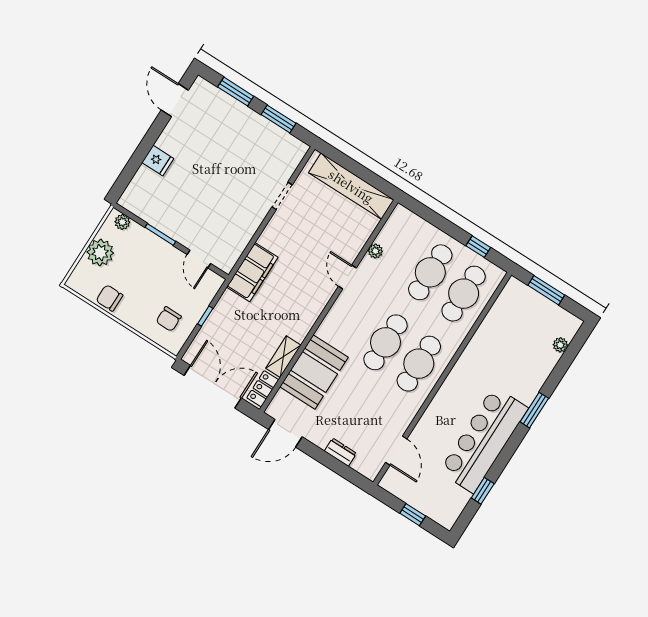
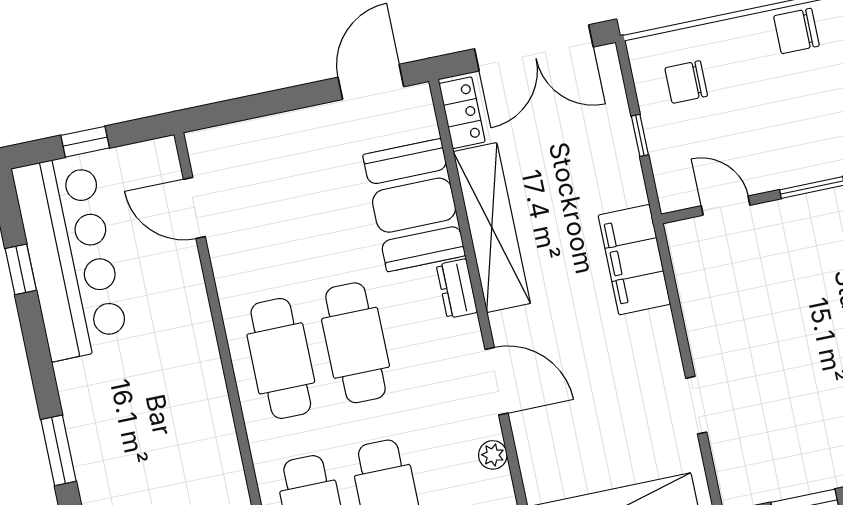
door: (347, 277) -> (496, 381), width x1.38
chair: (109, 298) -> (796, 31), turned 180
chair: (169, 319) -> (686, 82), turned -90
shelving: (283, 357) -> (492, 228), width x2.20, depth x1.33
bar counter: (484, 440) -> (71, 257), moved
dresser: (340, 452) -> (457, 289), moved, turned 90

